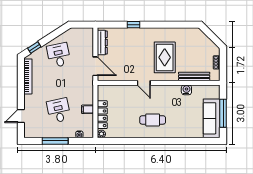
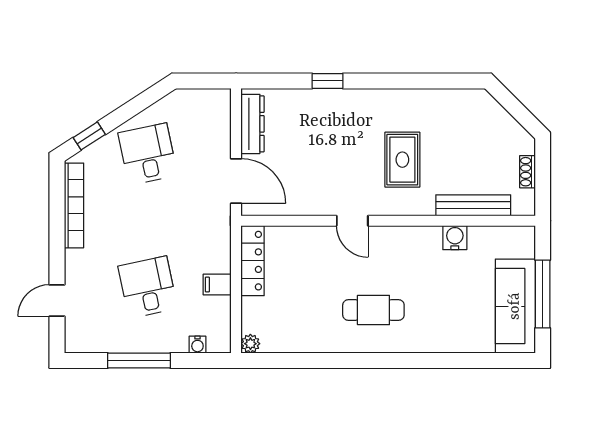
rug: (165, 57) -> (402, 160), width x0.73, depth x0.70
locker: (102, 115) -> (253, 261), moved

